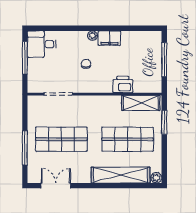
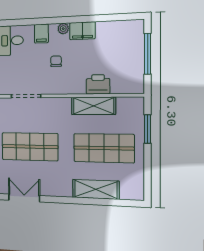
filing cabinet: (73, 39) -> (41, 34), added
shelving: (141, 103) -> (93, 106), moved
shelving: (121, 175) -> (96, 189), width x0.68
plant: (156, 178) -> (138, 194), removed

